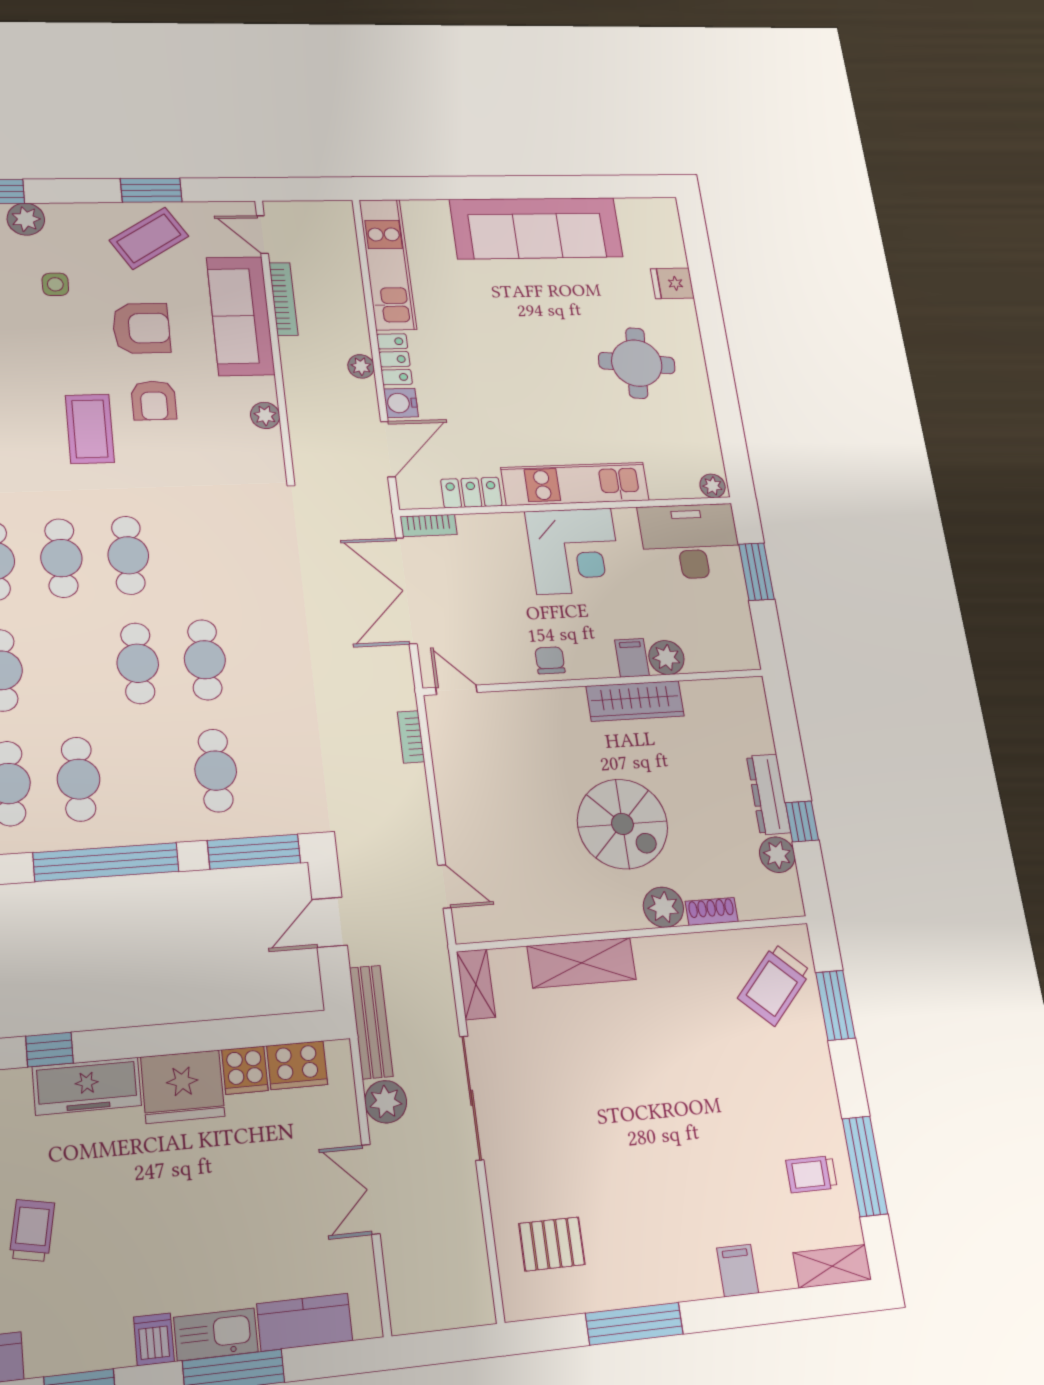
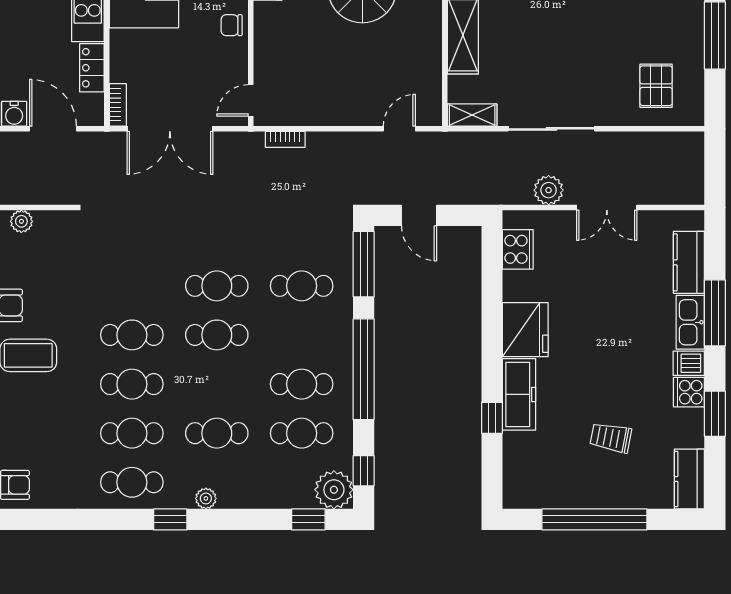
bench: (371, 1022) -> (492, 194), removed
cooker: (245, 1070) -> (689, 392), moved, turned 180

